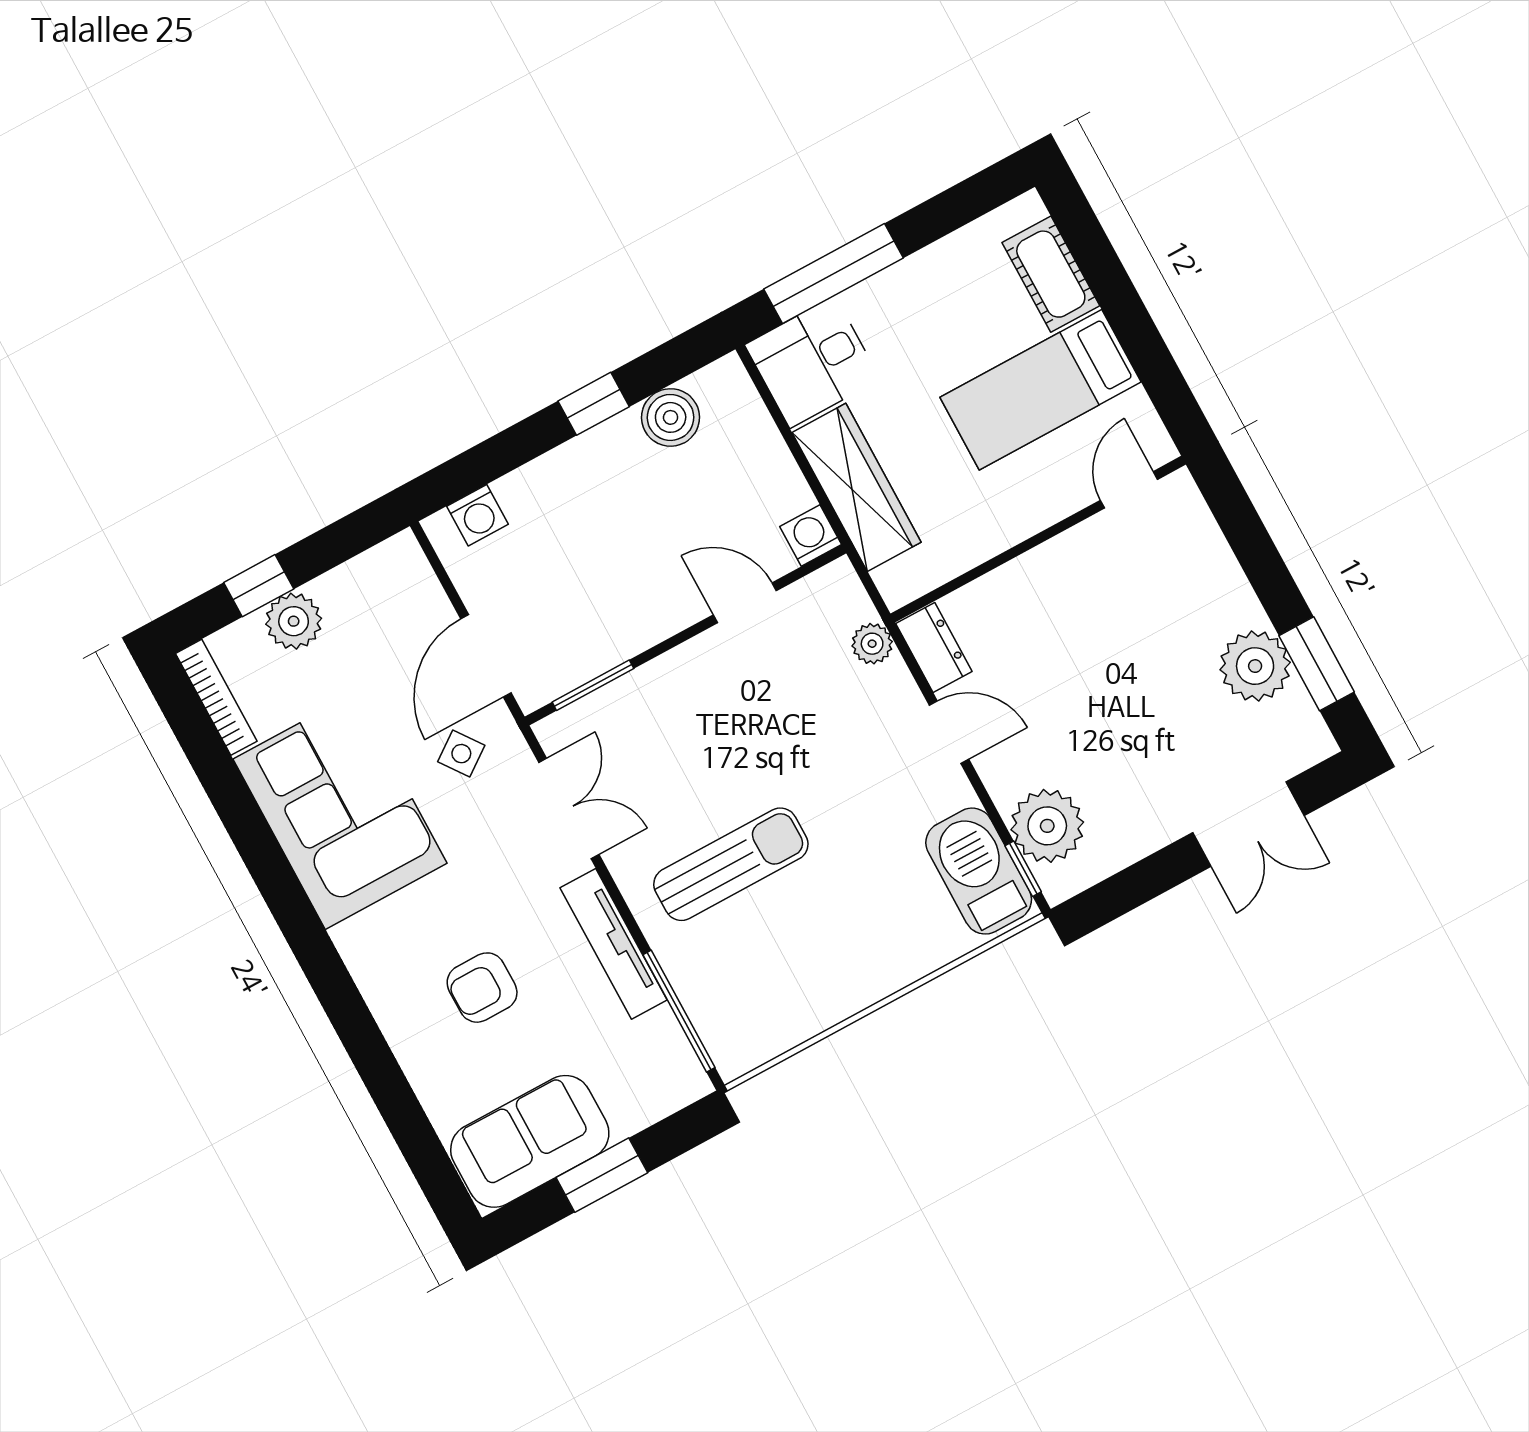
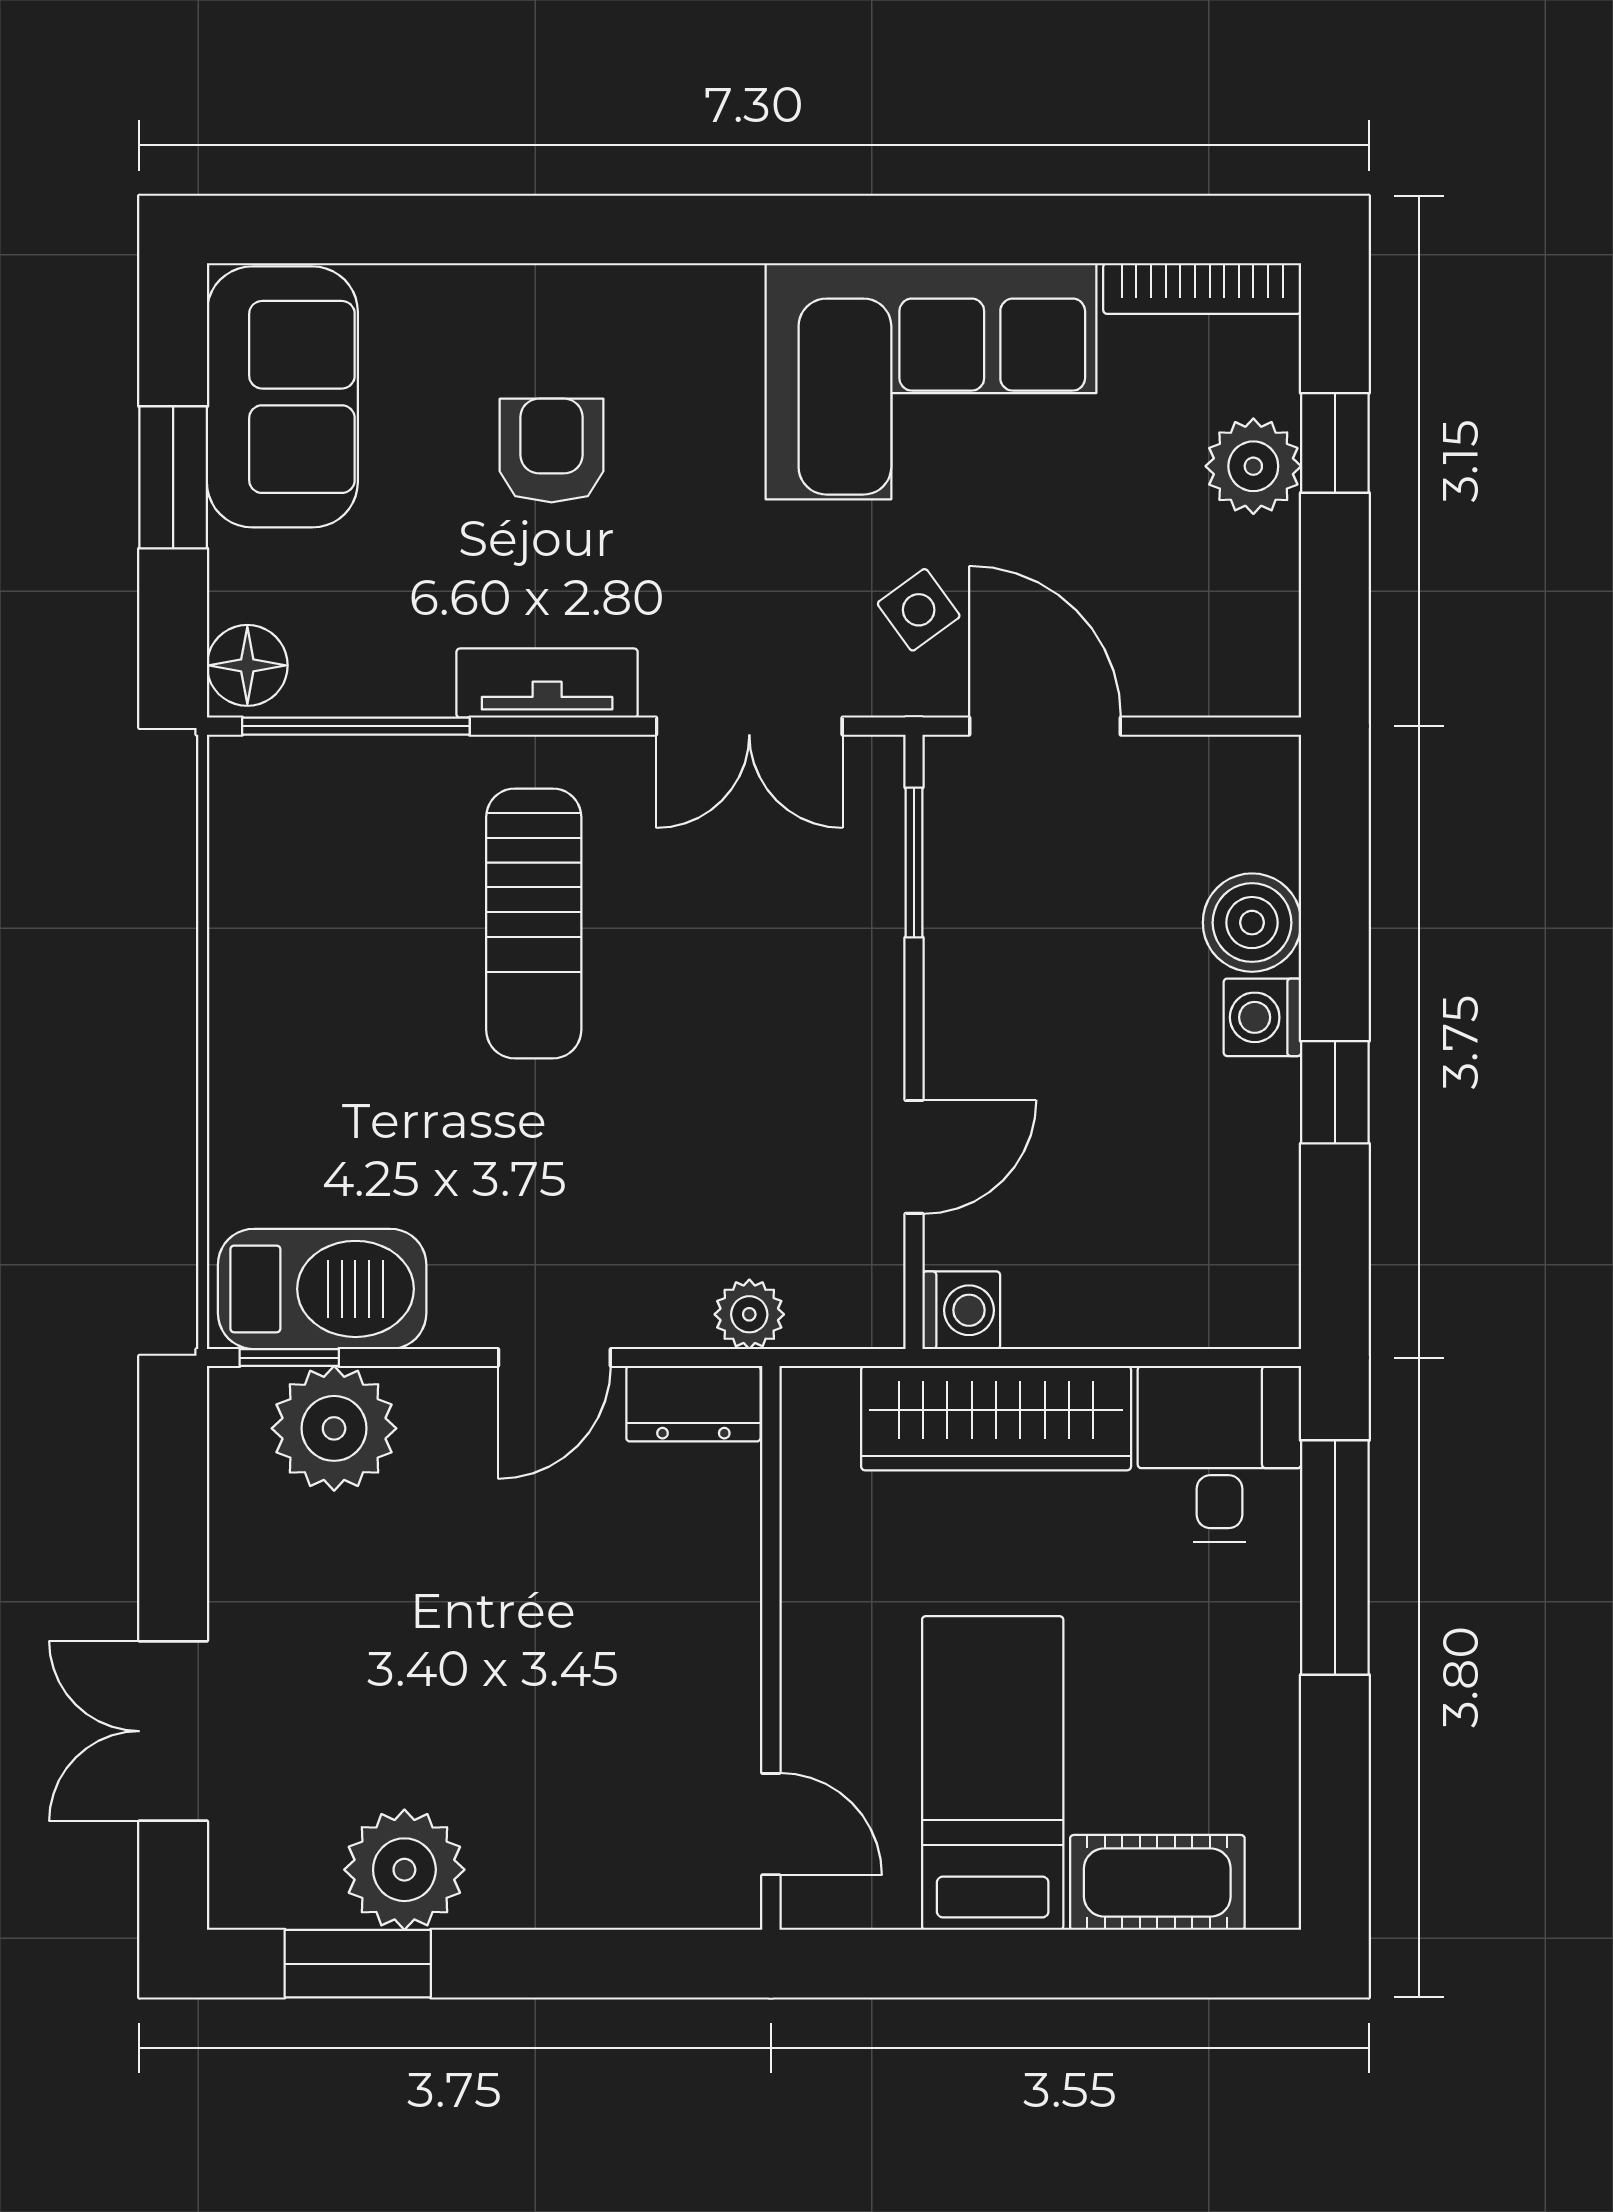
boiler: (671, 417) -> (1252, 923), moved
washing machine: (478, 515) -> (1262, 1017), moved
tv unit: (614, 944) -> (547, 683), width x0.71
floor lamp: (678, 1084) -> (247, 665), added

